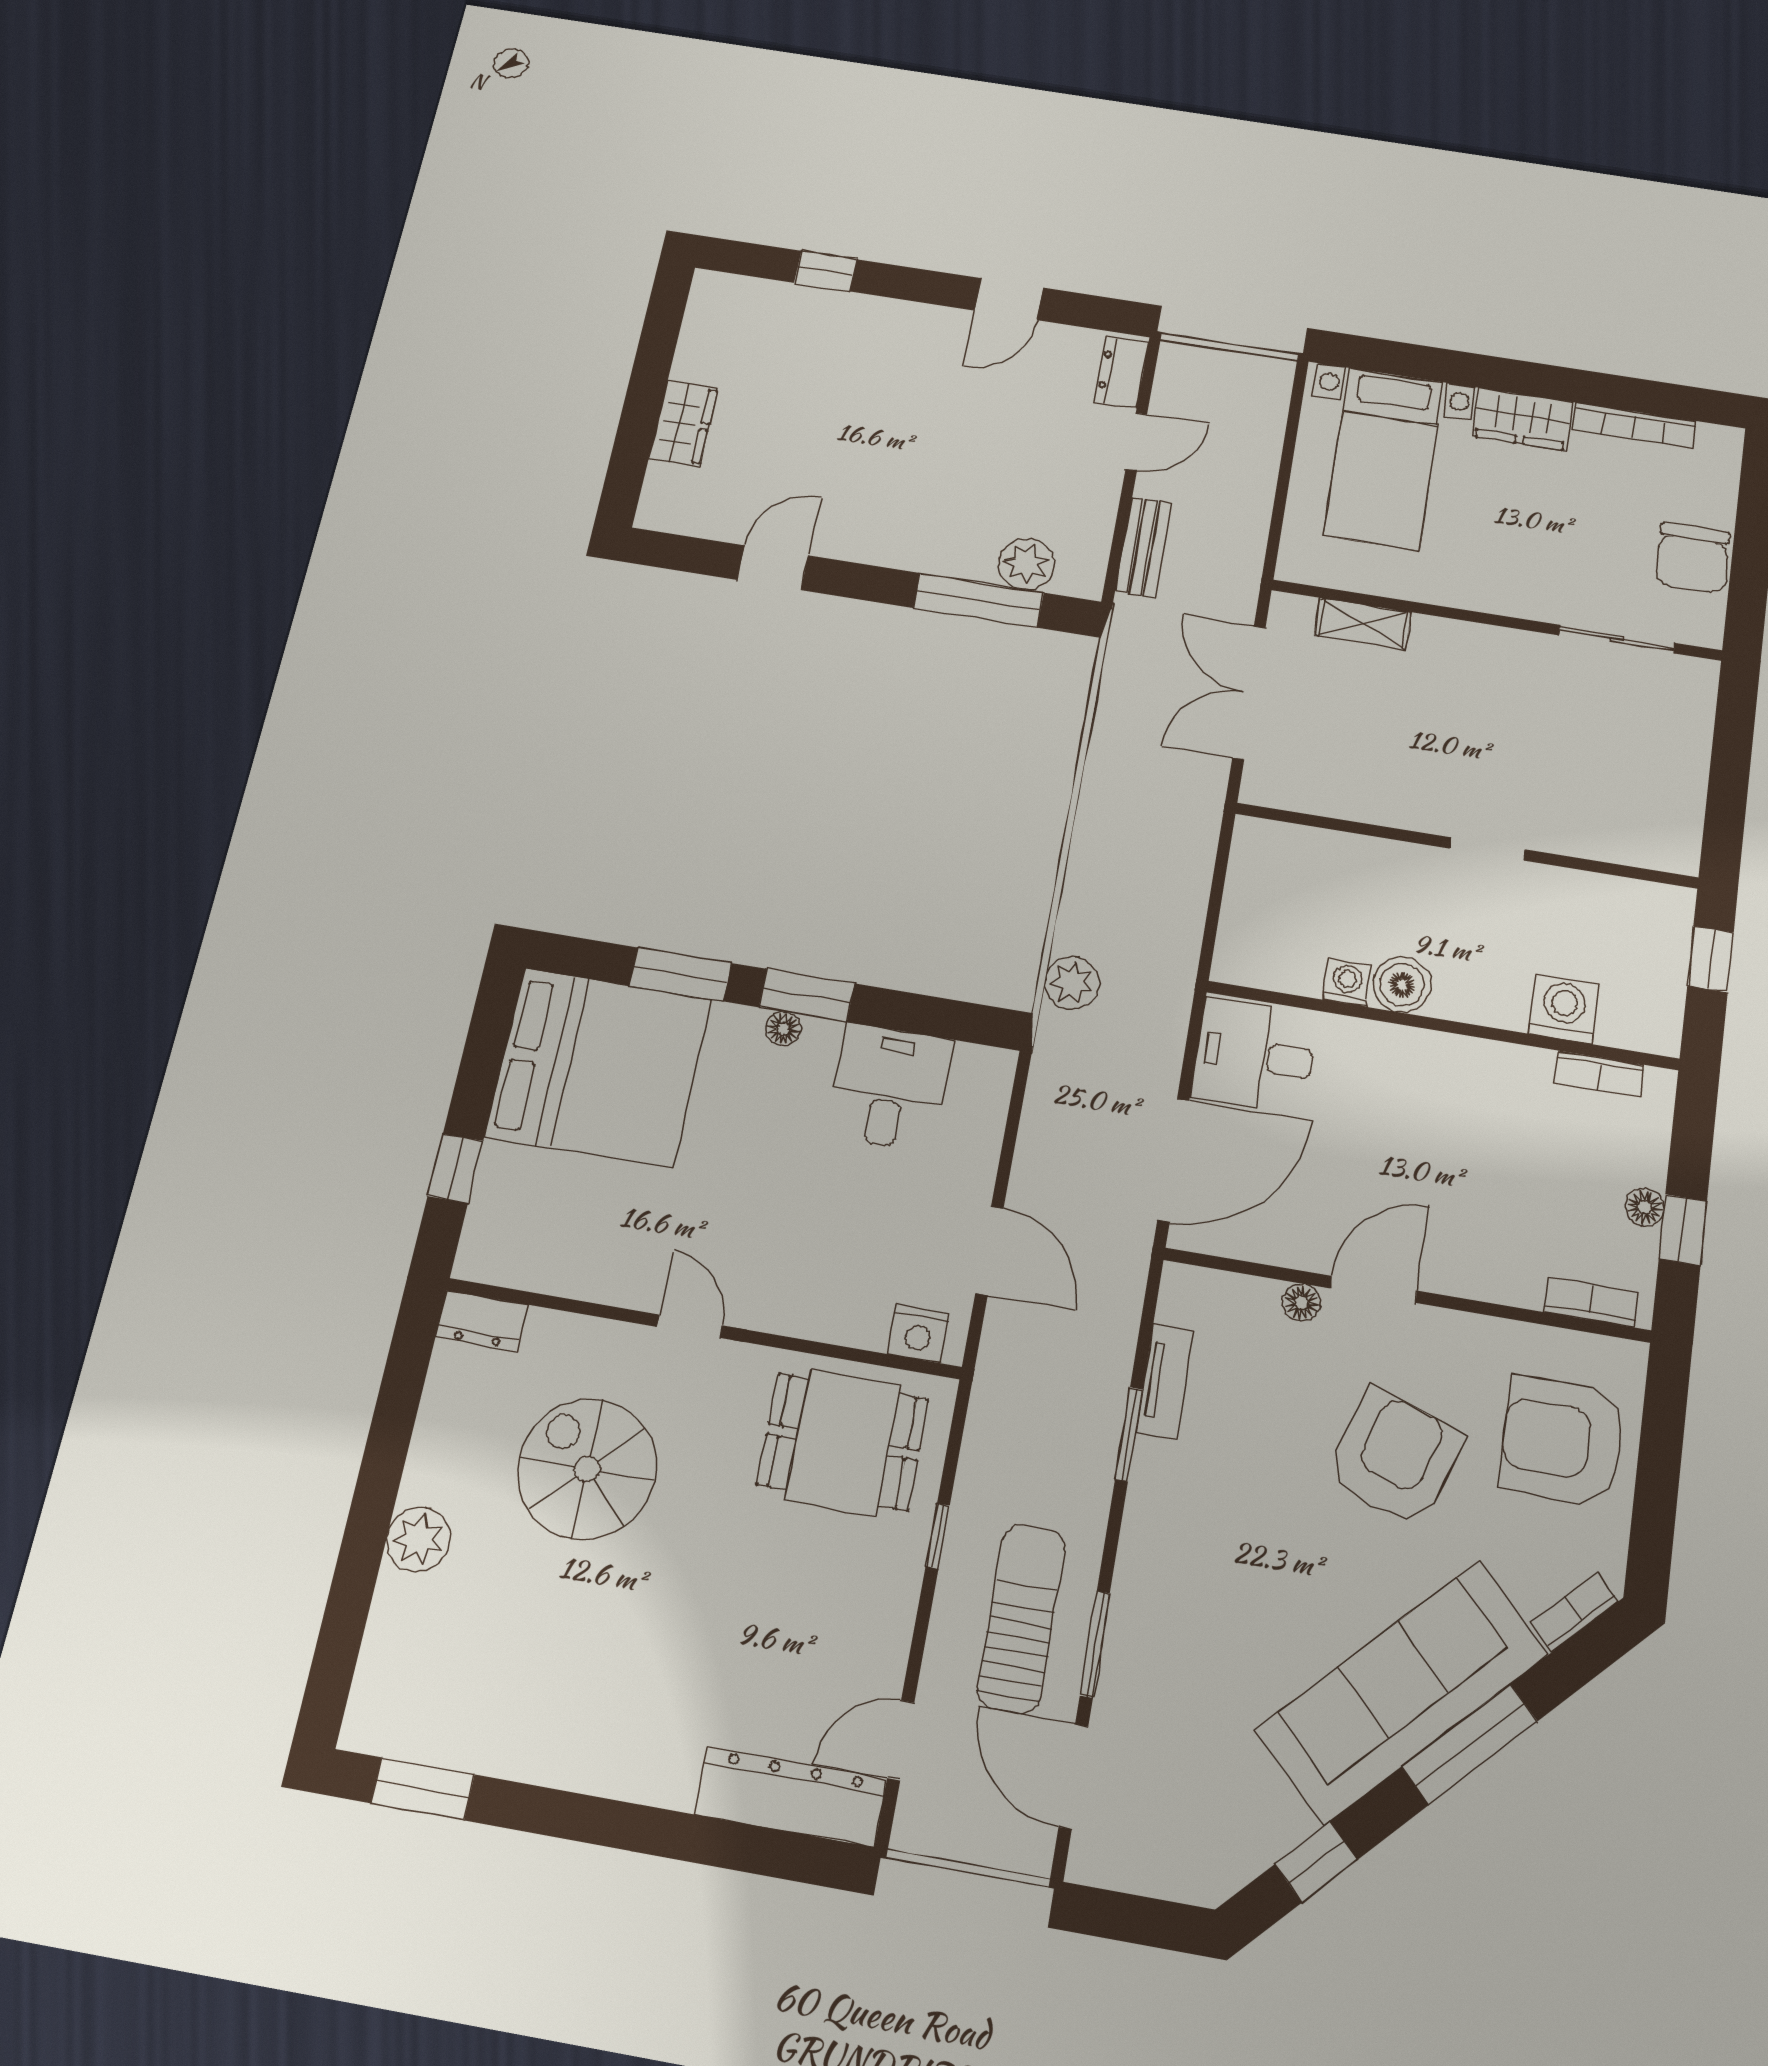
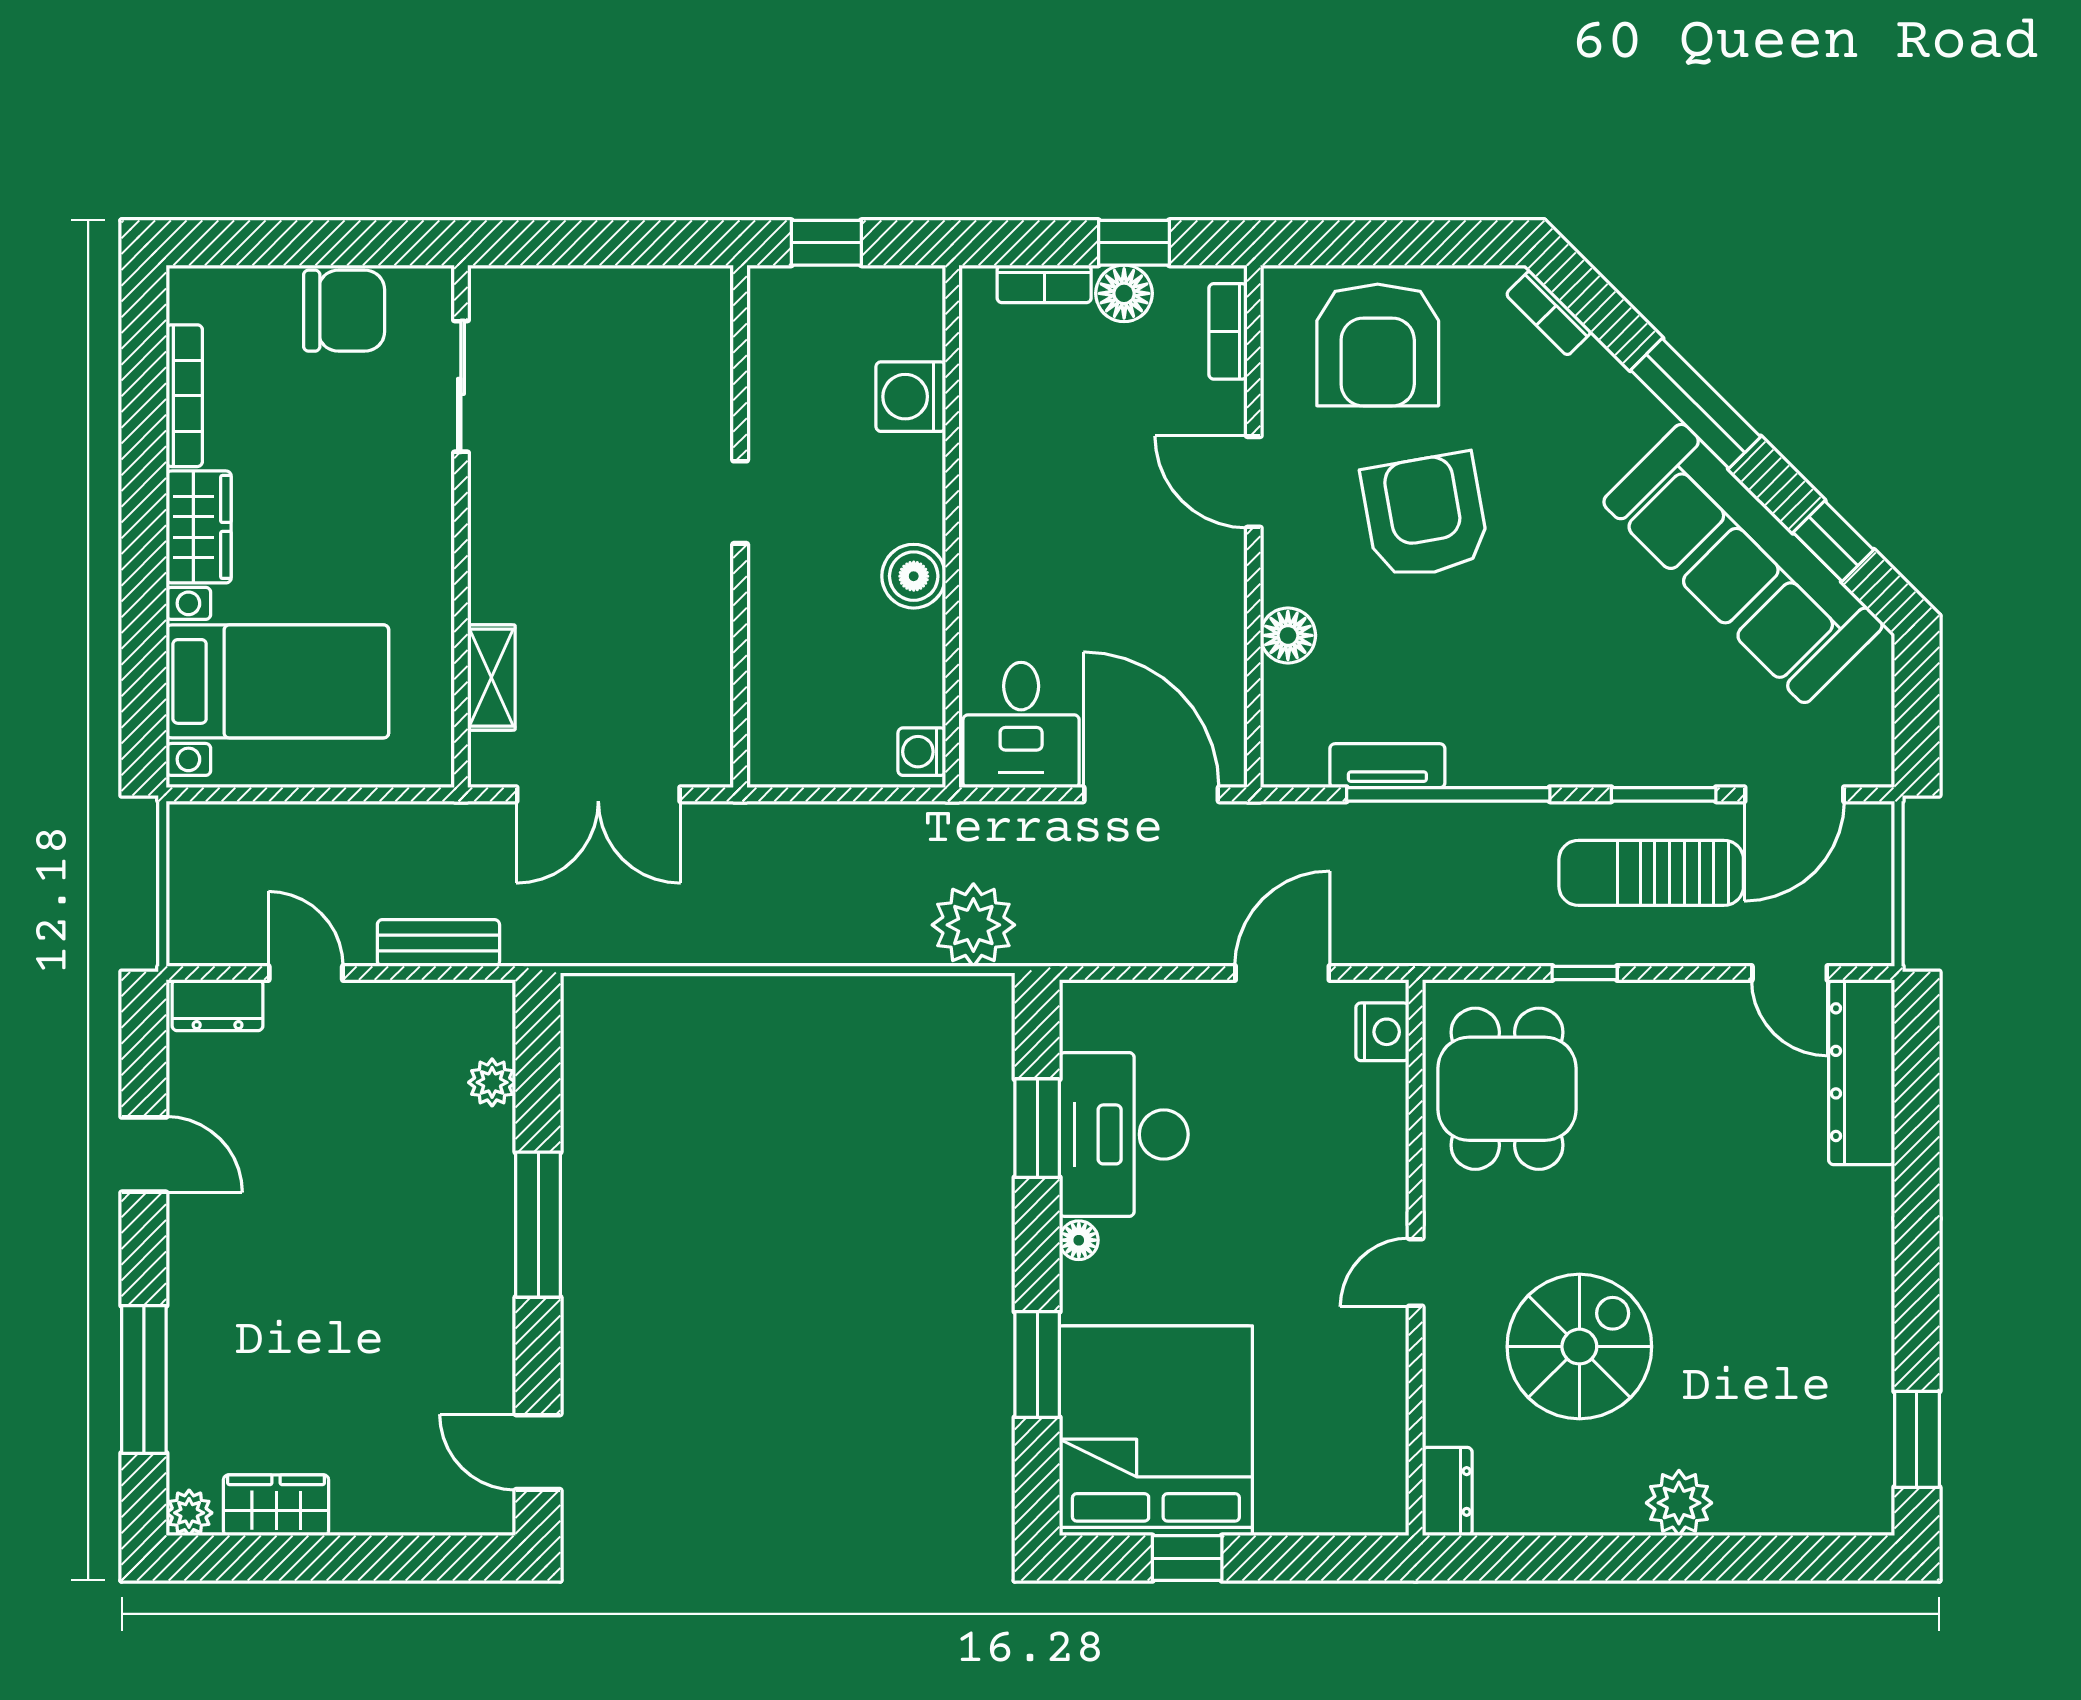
window: (826, 271) -> (144, 1379), width x2.17
plant: (710, 287) -> (189, 1513), added
wardrobe: (683, 424) -> (276, 1505), moved
plant: (1026, 564) -> (492, 1082), width x0.73, depth x0.73
door: (773, 568) -> (538, 1452), moved
window: (979, 600) -> (538, 1225), moved
plant: (1072, 983) -> (973, 925), width x1.36, depth x1.36
washing machine: (1347, 983) -> (922, 752), moved
window: (807, 995) -> (1037, 1128), moved
bookcase: (1599, 1074) -> (1044, 284), moved, turned 90
desk: (890, 1087) -> (1124, 1134), width x1.37
window: (455, 1168) -> (1187, 1558), moved
floor lamp: (1645, 1207) -> (1124, 293), width x1.37, depth x1.37
door: (1374, 1289) -> (1254, 482), moved
floor lamp: (1302, 1302) -> (1288, 635), width x1.37, depth x1.37
window: (1129, 1434) -> (1448, 794), width x2.11
armchair: (1395, 1458) -> (1425, 516), turned 61
spiral stairs: (587, 1469) -> (1579, 1347), turned 180
sofa: (1402, 1692) -> (1743, 563), moved

